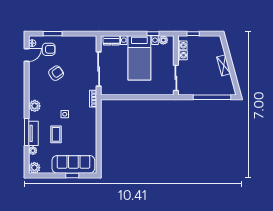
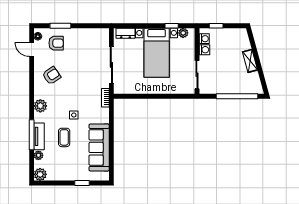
door: (27, 55) -> (32, 49), swing flipped
armchair: (56, 73) -> (52, 76), moved
sofa: (73, 164) -> (99, 147), moved, turned -90

